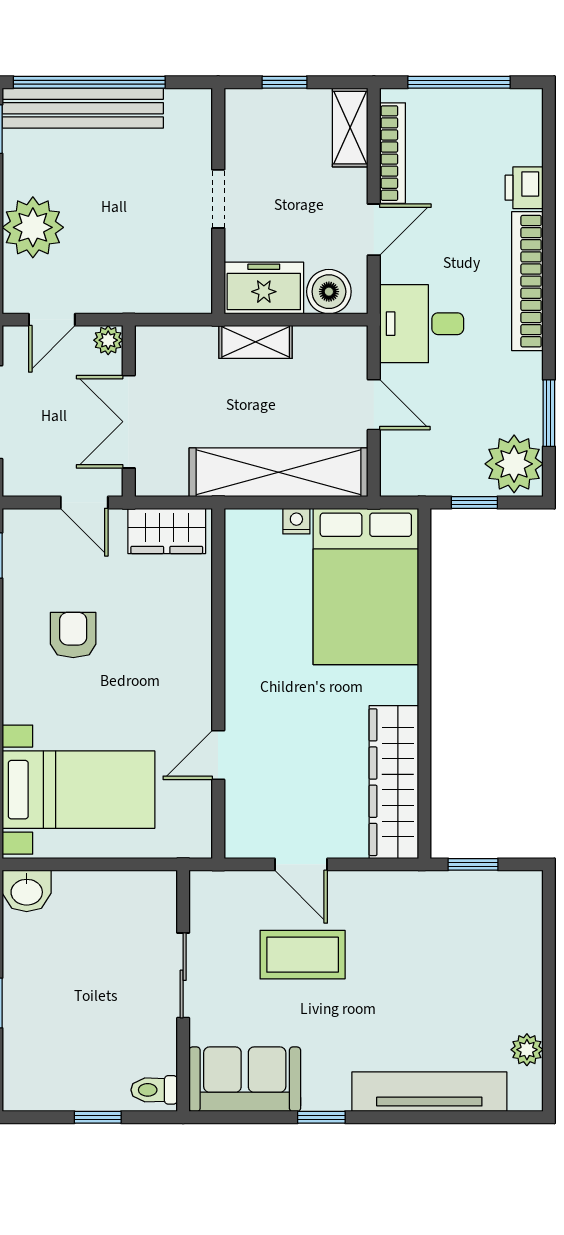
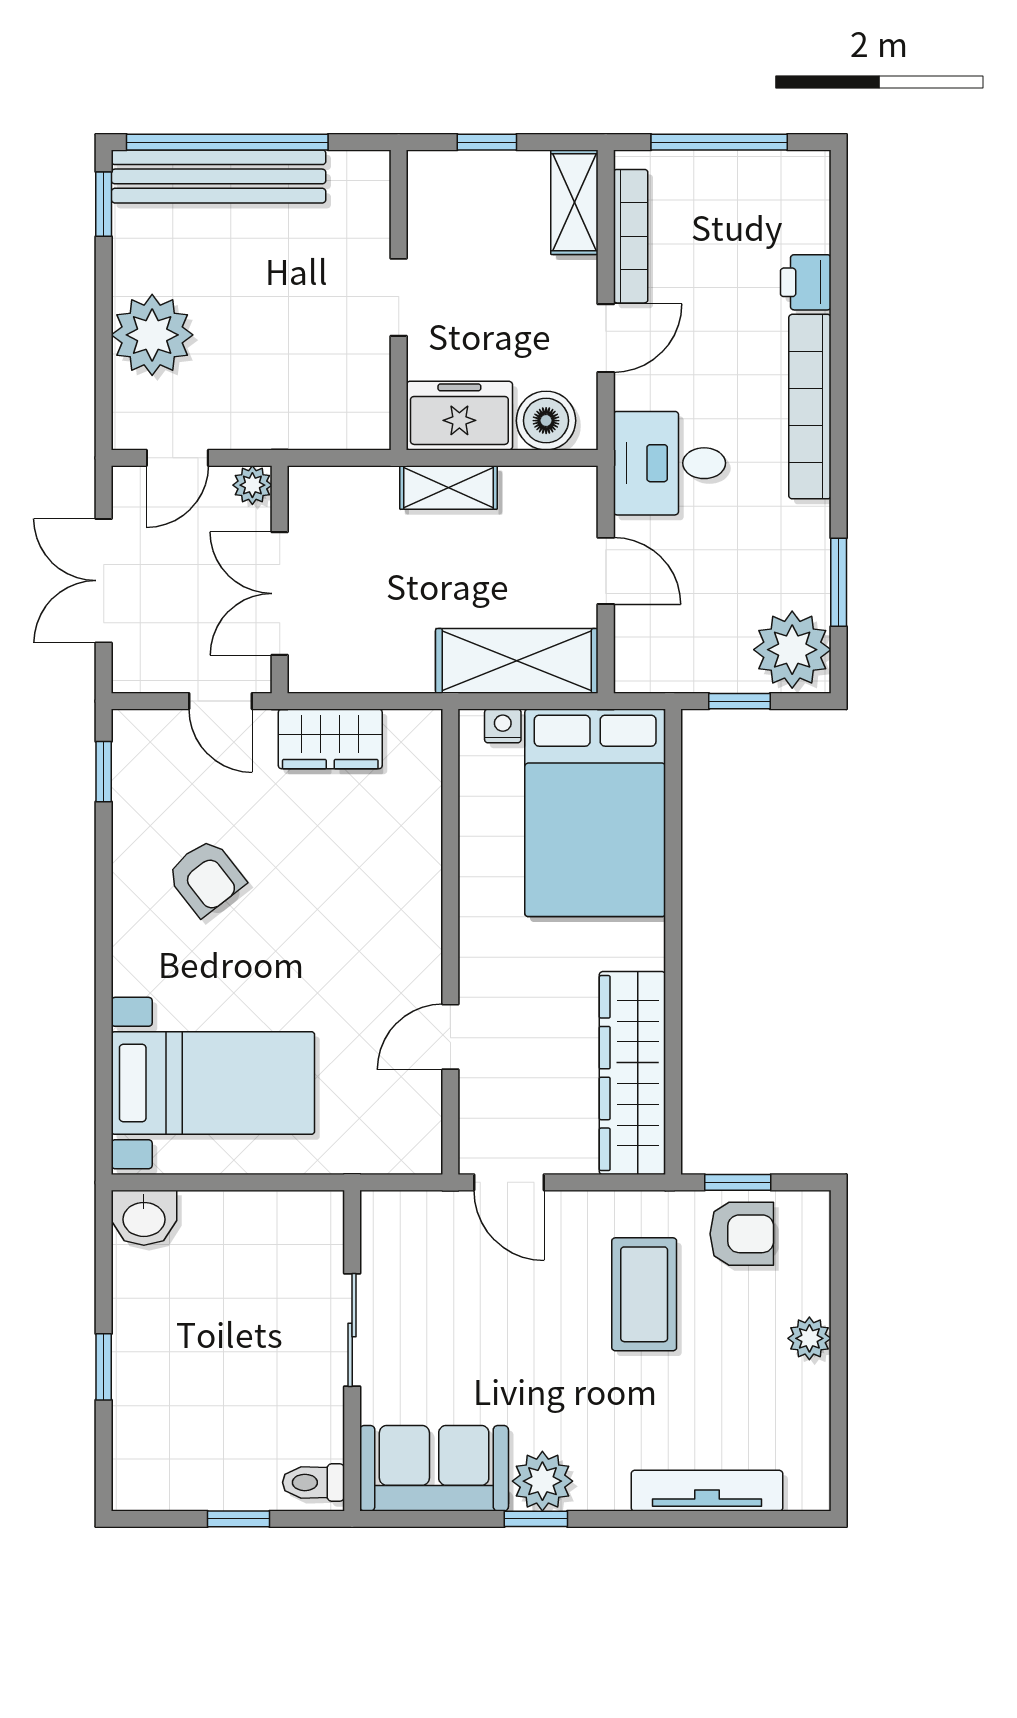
shelving: (278, 472) -> (517, 661), width x0.68
armchair: (73, 635) -> (206, 877), turned 142
wall: (218, 683) -> (450, 942), moved
door: (218, 755) -> (450, 1037), moved
armchair: (476, 903) -> (742, 1234), added
coffee table: (303, 955) -> (644, 1294), moved, turned 90
plant: (527, 1050) -> (809, 1338), moved
plant: (326, 1089) -> (542, 1481), added
tv unit: (429, 1092) -> (707, 1491), width x0.73, depth x0.78

